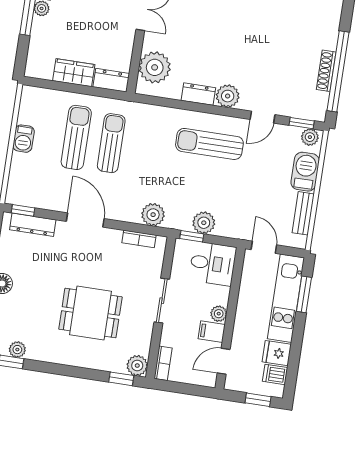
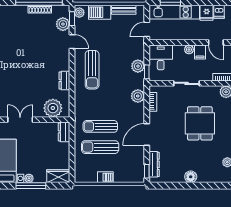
wardrobe: (74, 73) -> (58, 176), moved, turned 90
plant: (228, 96) -> (63, 24), moved

